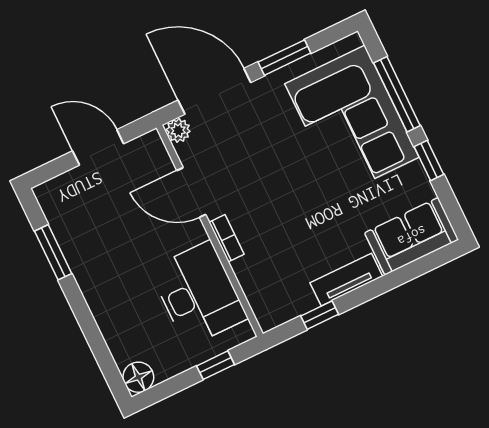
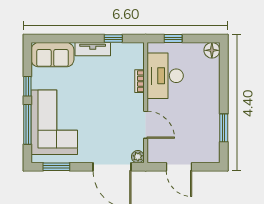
window: (284, 58) -> (56, 167), moved
bookcase: (227, 238) -> (139, 81), moved

